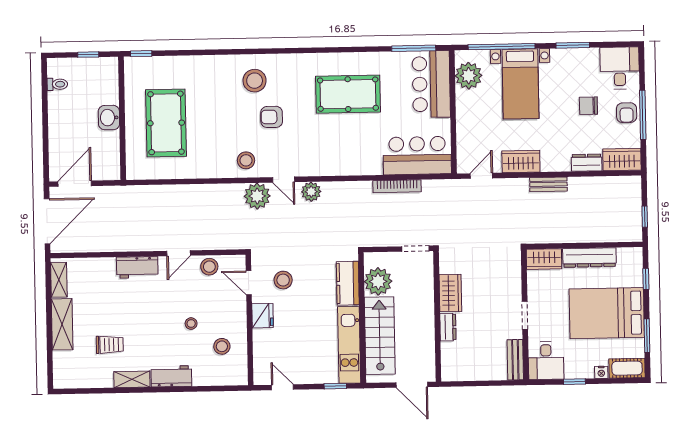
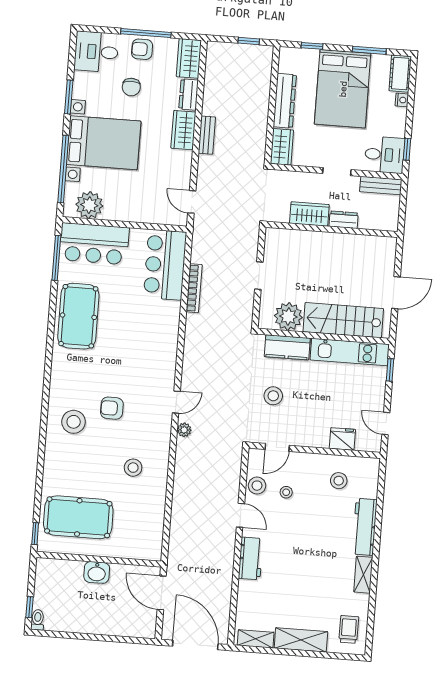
window: (88, 55) -> (29, 607), moved
toilet: (57, 84) -> (38, 620), moved
bed with nightstands: (520, 84) -> (104, 143), width x1.36
pool table: (348, 94) -> (78, 316), moved
armchair: (627, 113) -> (142, 49), turned 180
armchair: (272, 117) -> (112, 408), turned 90
pool table: (166, 123) -> (78, 517), moved
stool: (246, 160) -> (133, 468), moved
wardrobe: (521, 161) -> (183, 130), moved
door: (75, 184) -> (162, 593), moved
plant: (311, 192) -> (191, 375), removed
plant: (257, 196) -> (184, 430), width x0.53, depth x0.53
stool: (283, 280) -> (273, 396), moved
wardrobe: (450, 293) -> (309, 214), moved
fridge: (263, 316) -> (342, 439), moved
wall: (437, 316) -> (332, 229), moved
stool: (191, 324) -> (286, 492), moved
dresser: (448, 327) -> (344, 220), moved
trolley: (110, 345) -> (349, 629), moved
workbench: (171, 376) -> (365, 527), width x1.38
window: (574, 382) -> (407, 149), moved
door: (282, 387) -> (386, 423), hinge flipped

